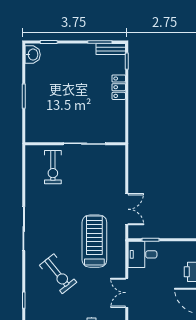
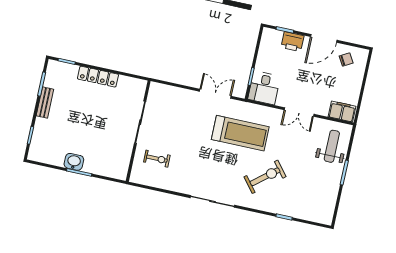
bench: (111, 49) -> (45, 103), moved
washbasin: (33, 55) -> (74, 162), moved
locker: (119, 87) -> (98, 77), width x1.53
exercise bike: (53, 167) -> (157, 159), width x0.73, depth x0.72
treadmill: (94, 241) -> (240, 133), turned 180

